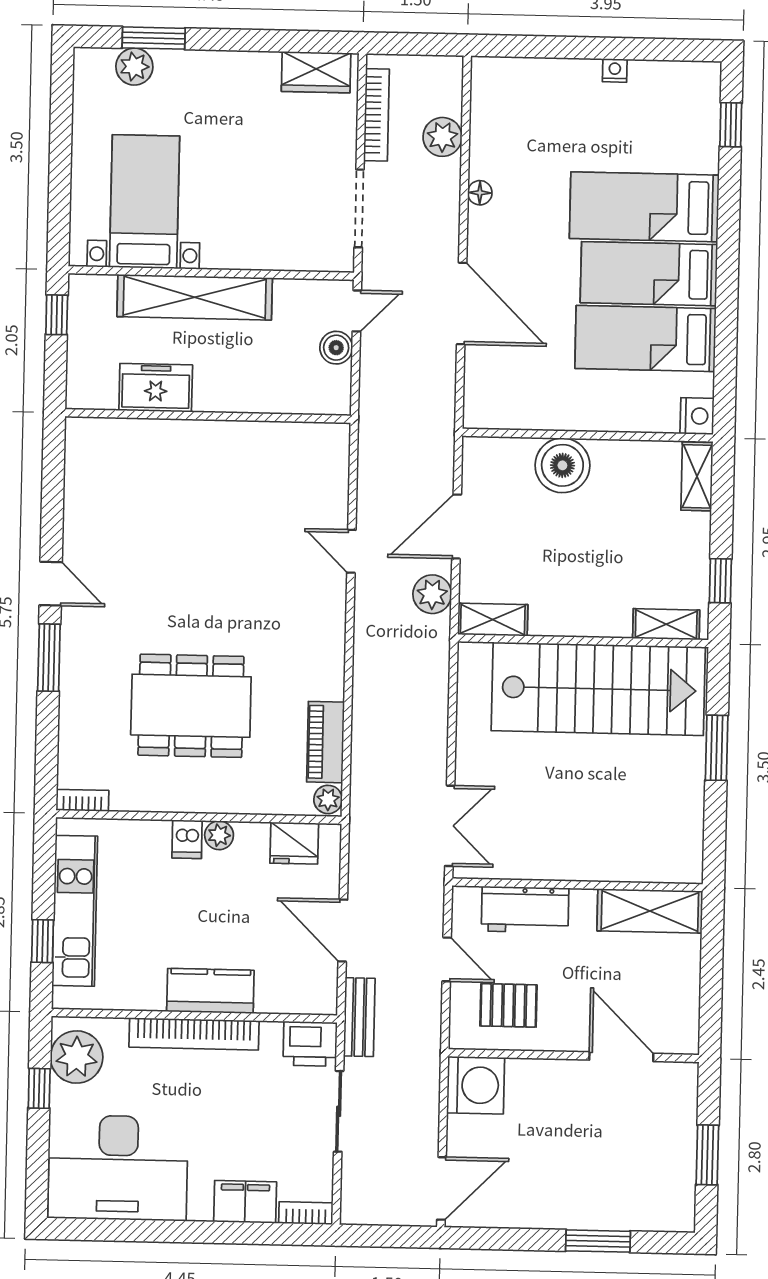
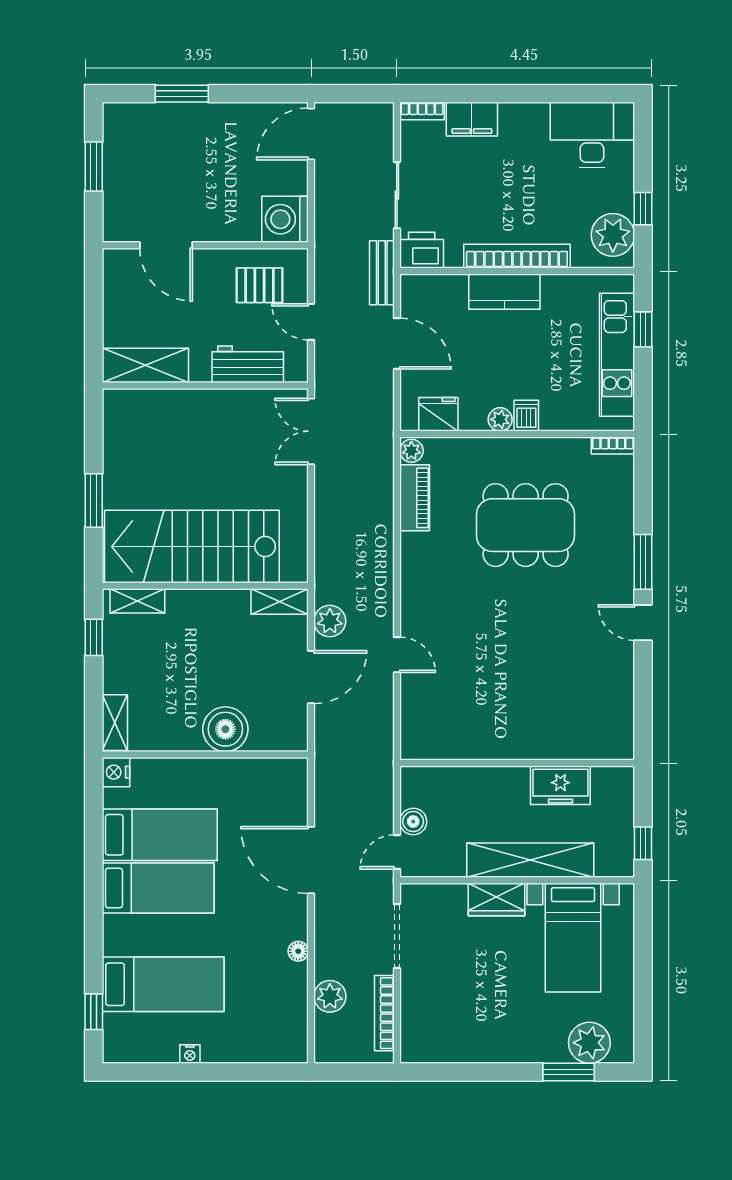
plant: (134, 67) -> (589, 1043), width x1.36, depth x1.36
wardrobe: (316, 72) -> (497, 900), moved, turned 180
bed: (644, 207) -> (163, 984), moved
desk: (118, 1168) -> (592, 135), width x0.73, depth x0.77

